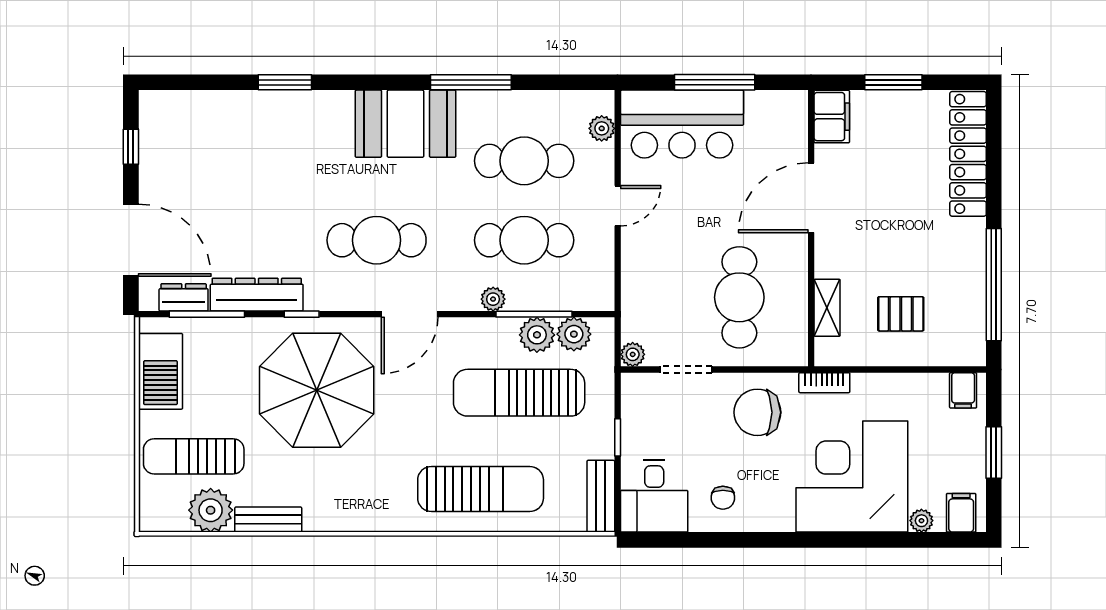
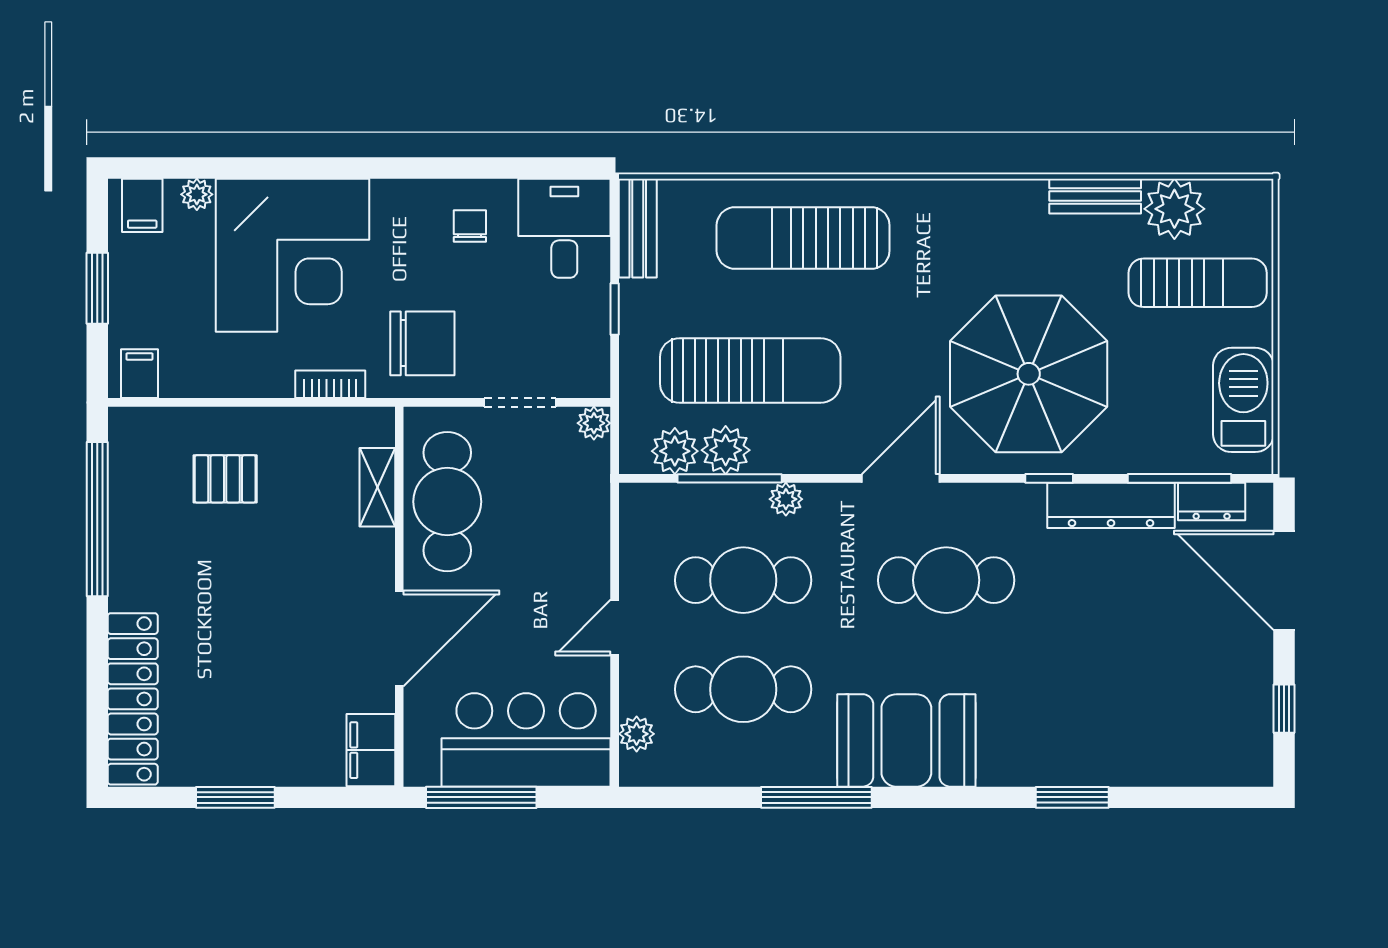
filing cabinet: (832, 117) -> (371, 750), moved
door: (811, 198) -> (399, 638), moved
wall: (811, 228) -> (399, 597), moved
shelving: (827, 308) -> (377, 487), moved

